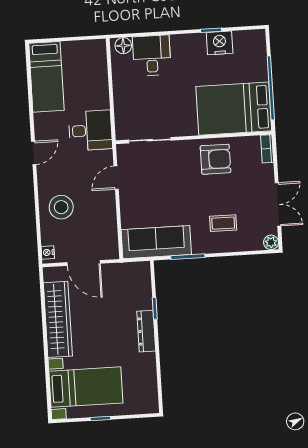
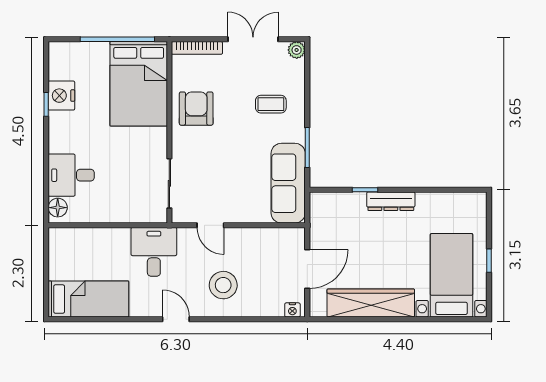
bookcase: (267, 149) -> (197, 48), width x1.56
stool: (61, 207) -> (223, 285), moved
coffee table: (223, 223) -> (271, 104), turned 90

